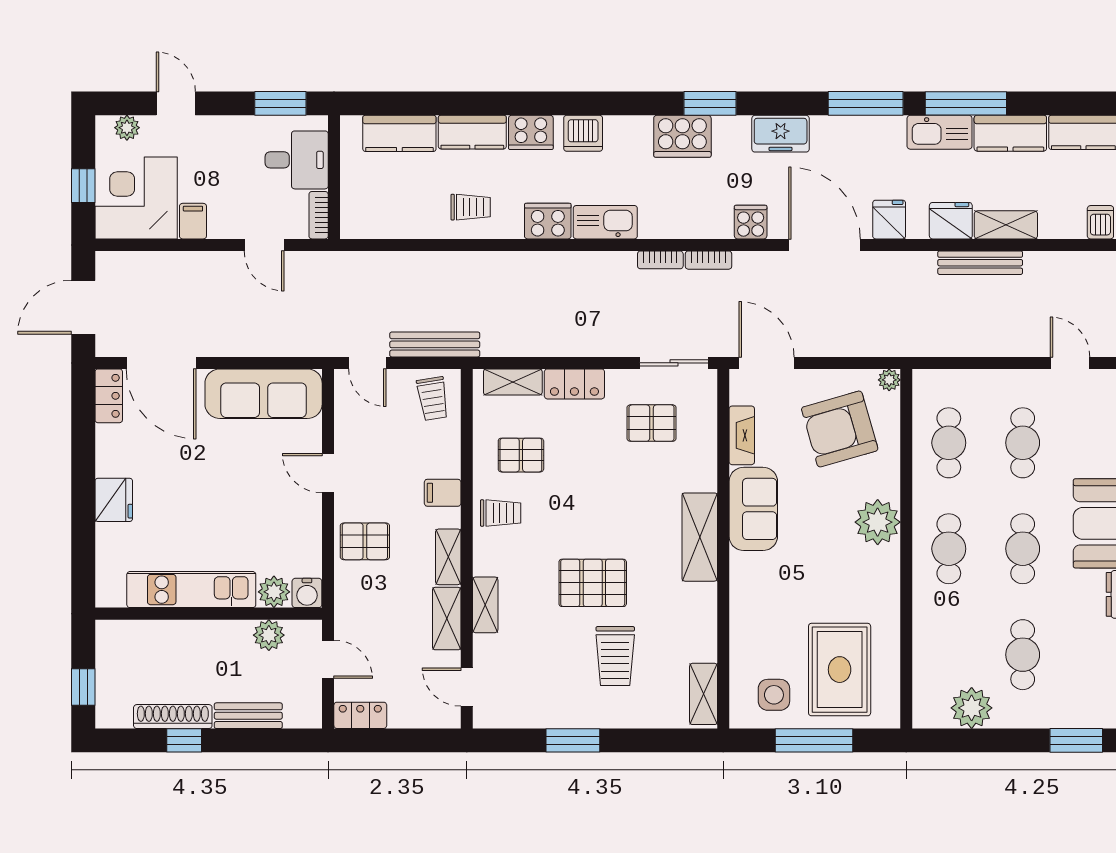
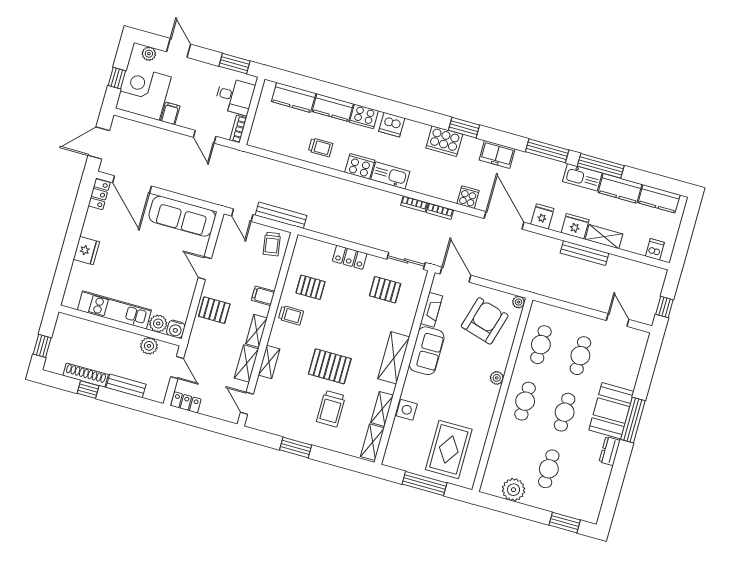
shelving: (513, 382) -> (382, 409), moved, turned 90
armchair: (840, 429) -> (485, 321), turned 122
plant: (878, 522) -> (497, 378), width x0.53, depth x0.53
side table: (774, 695) -> (407, 410), moved

